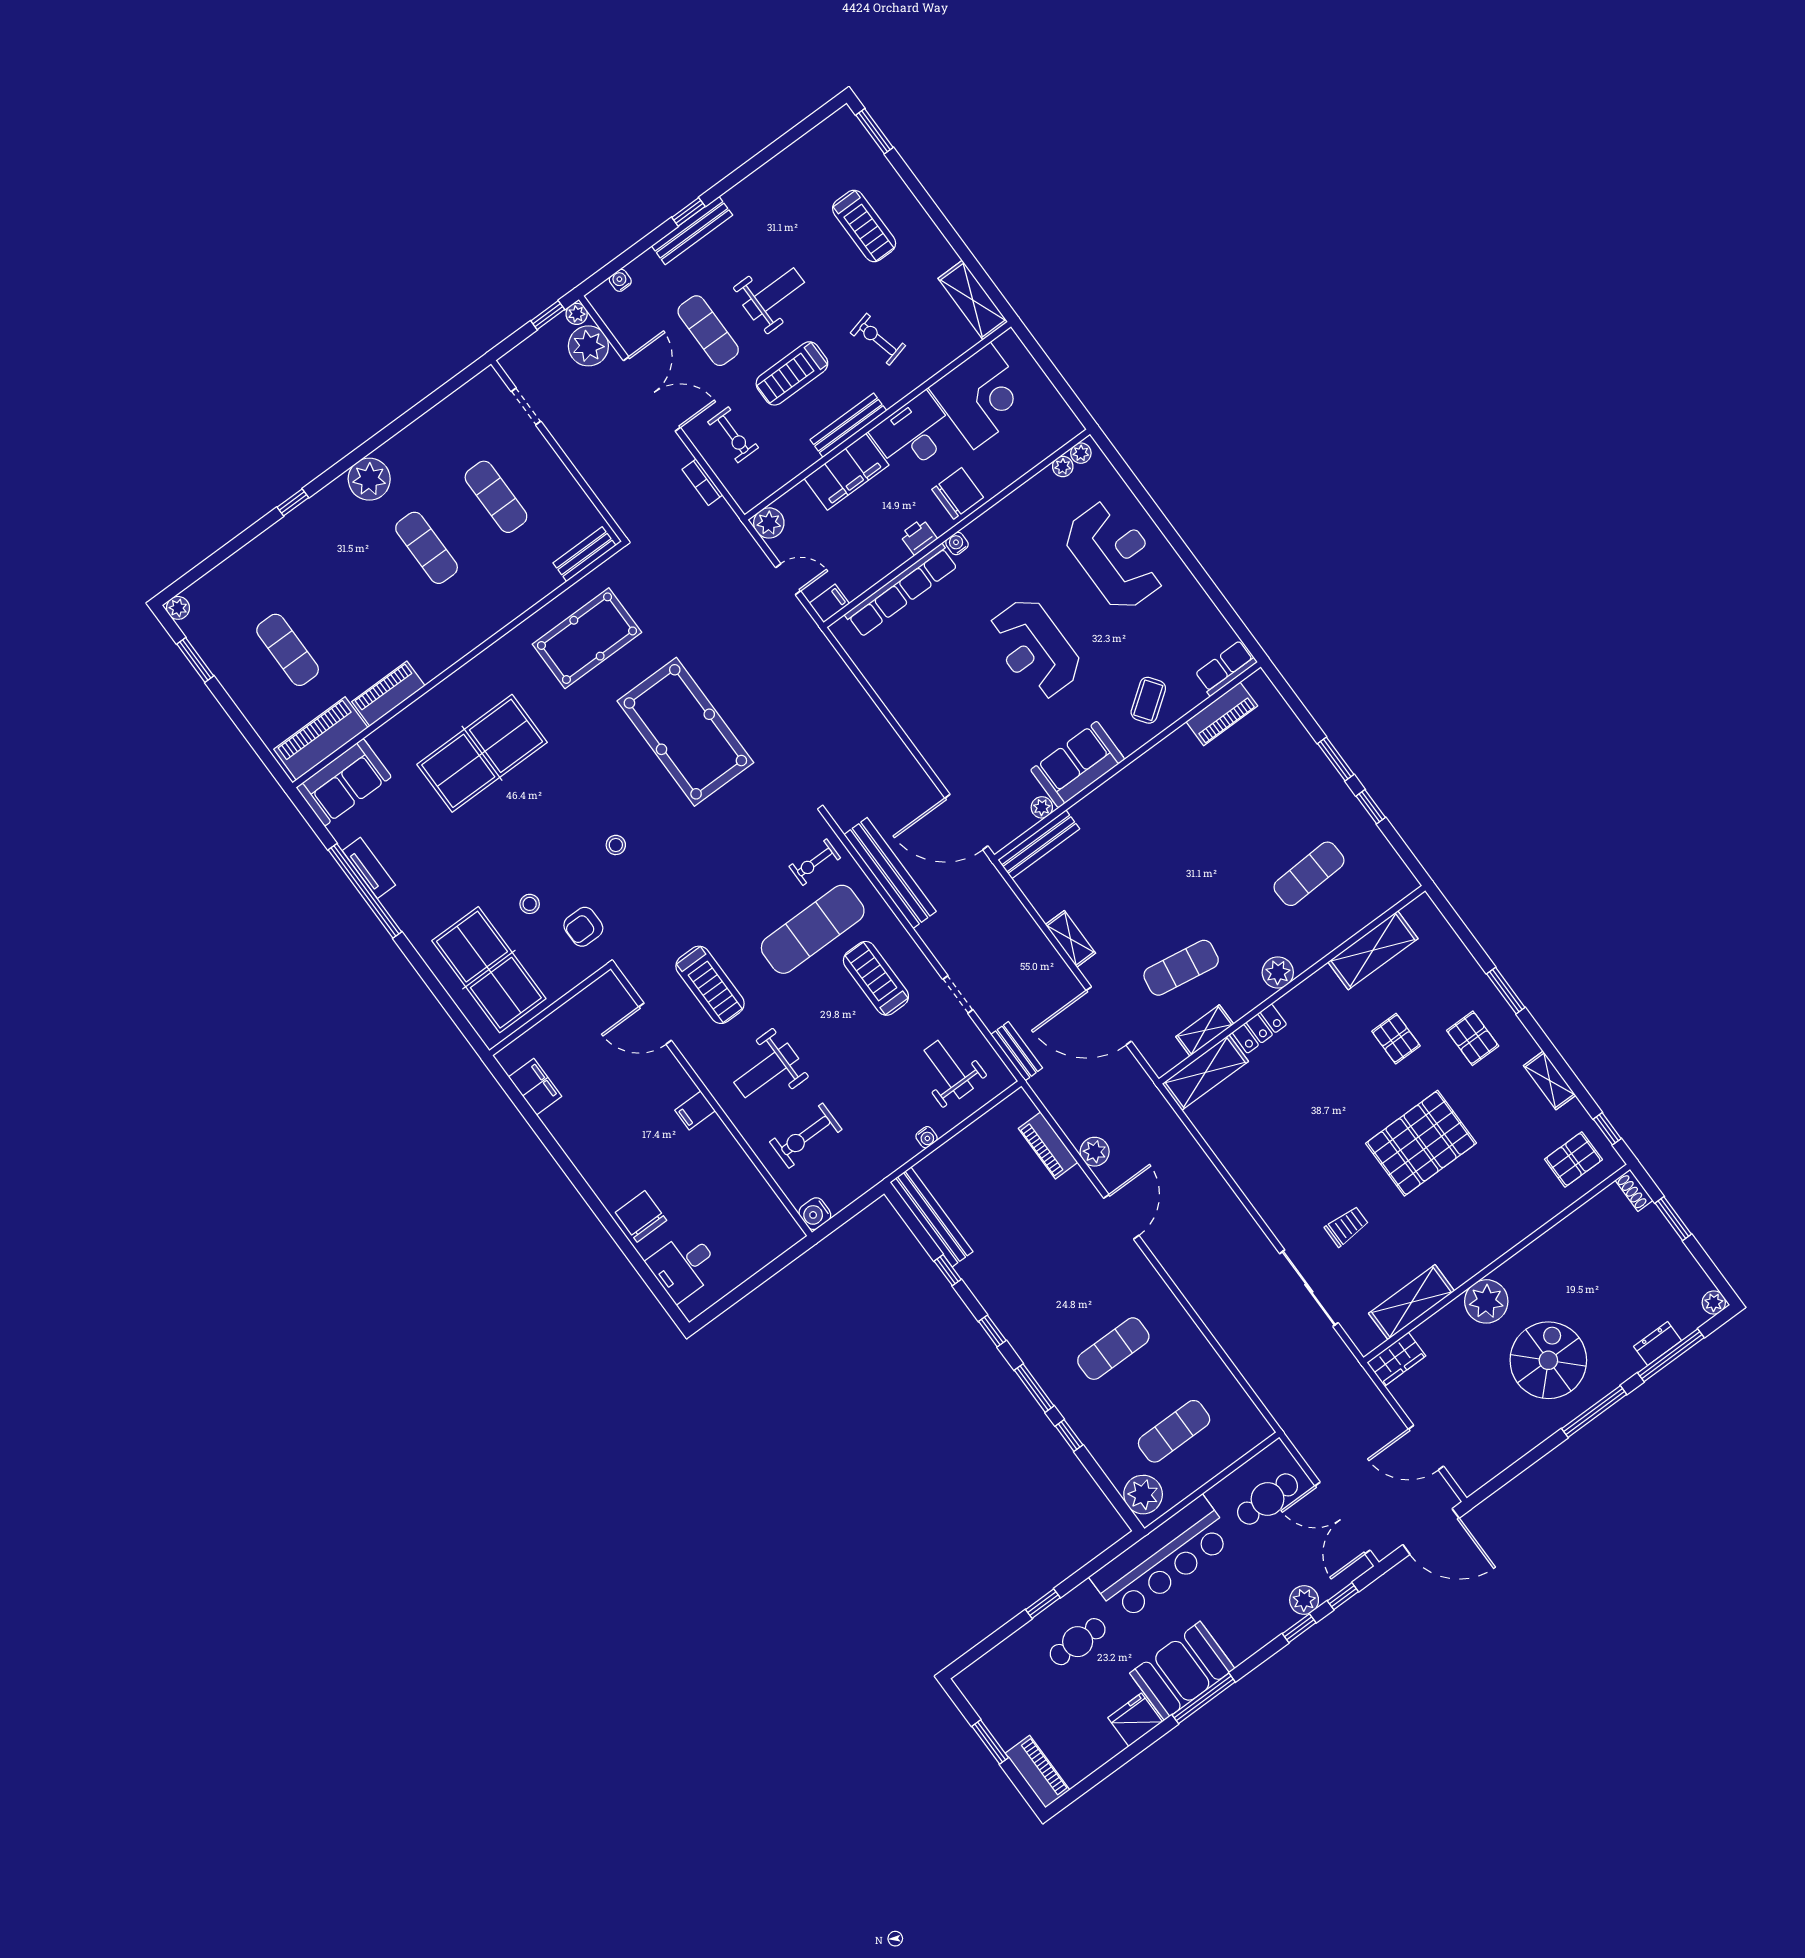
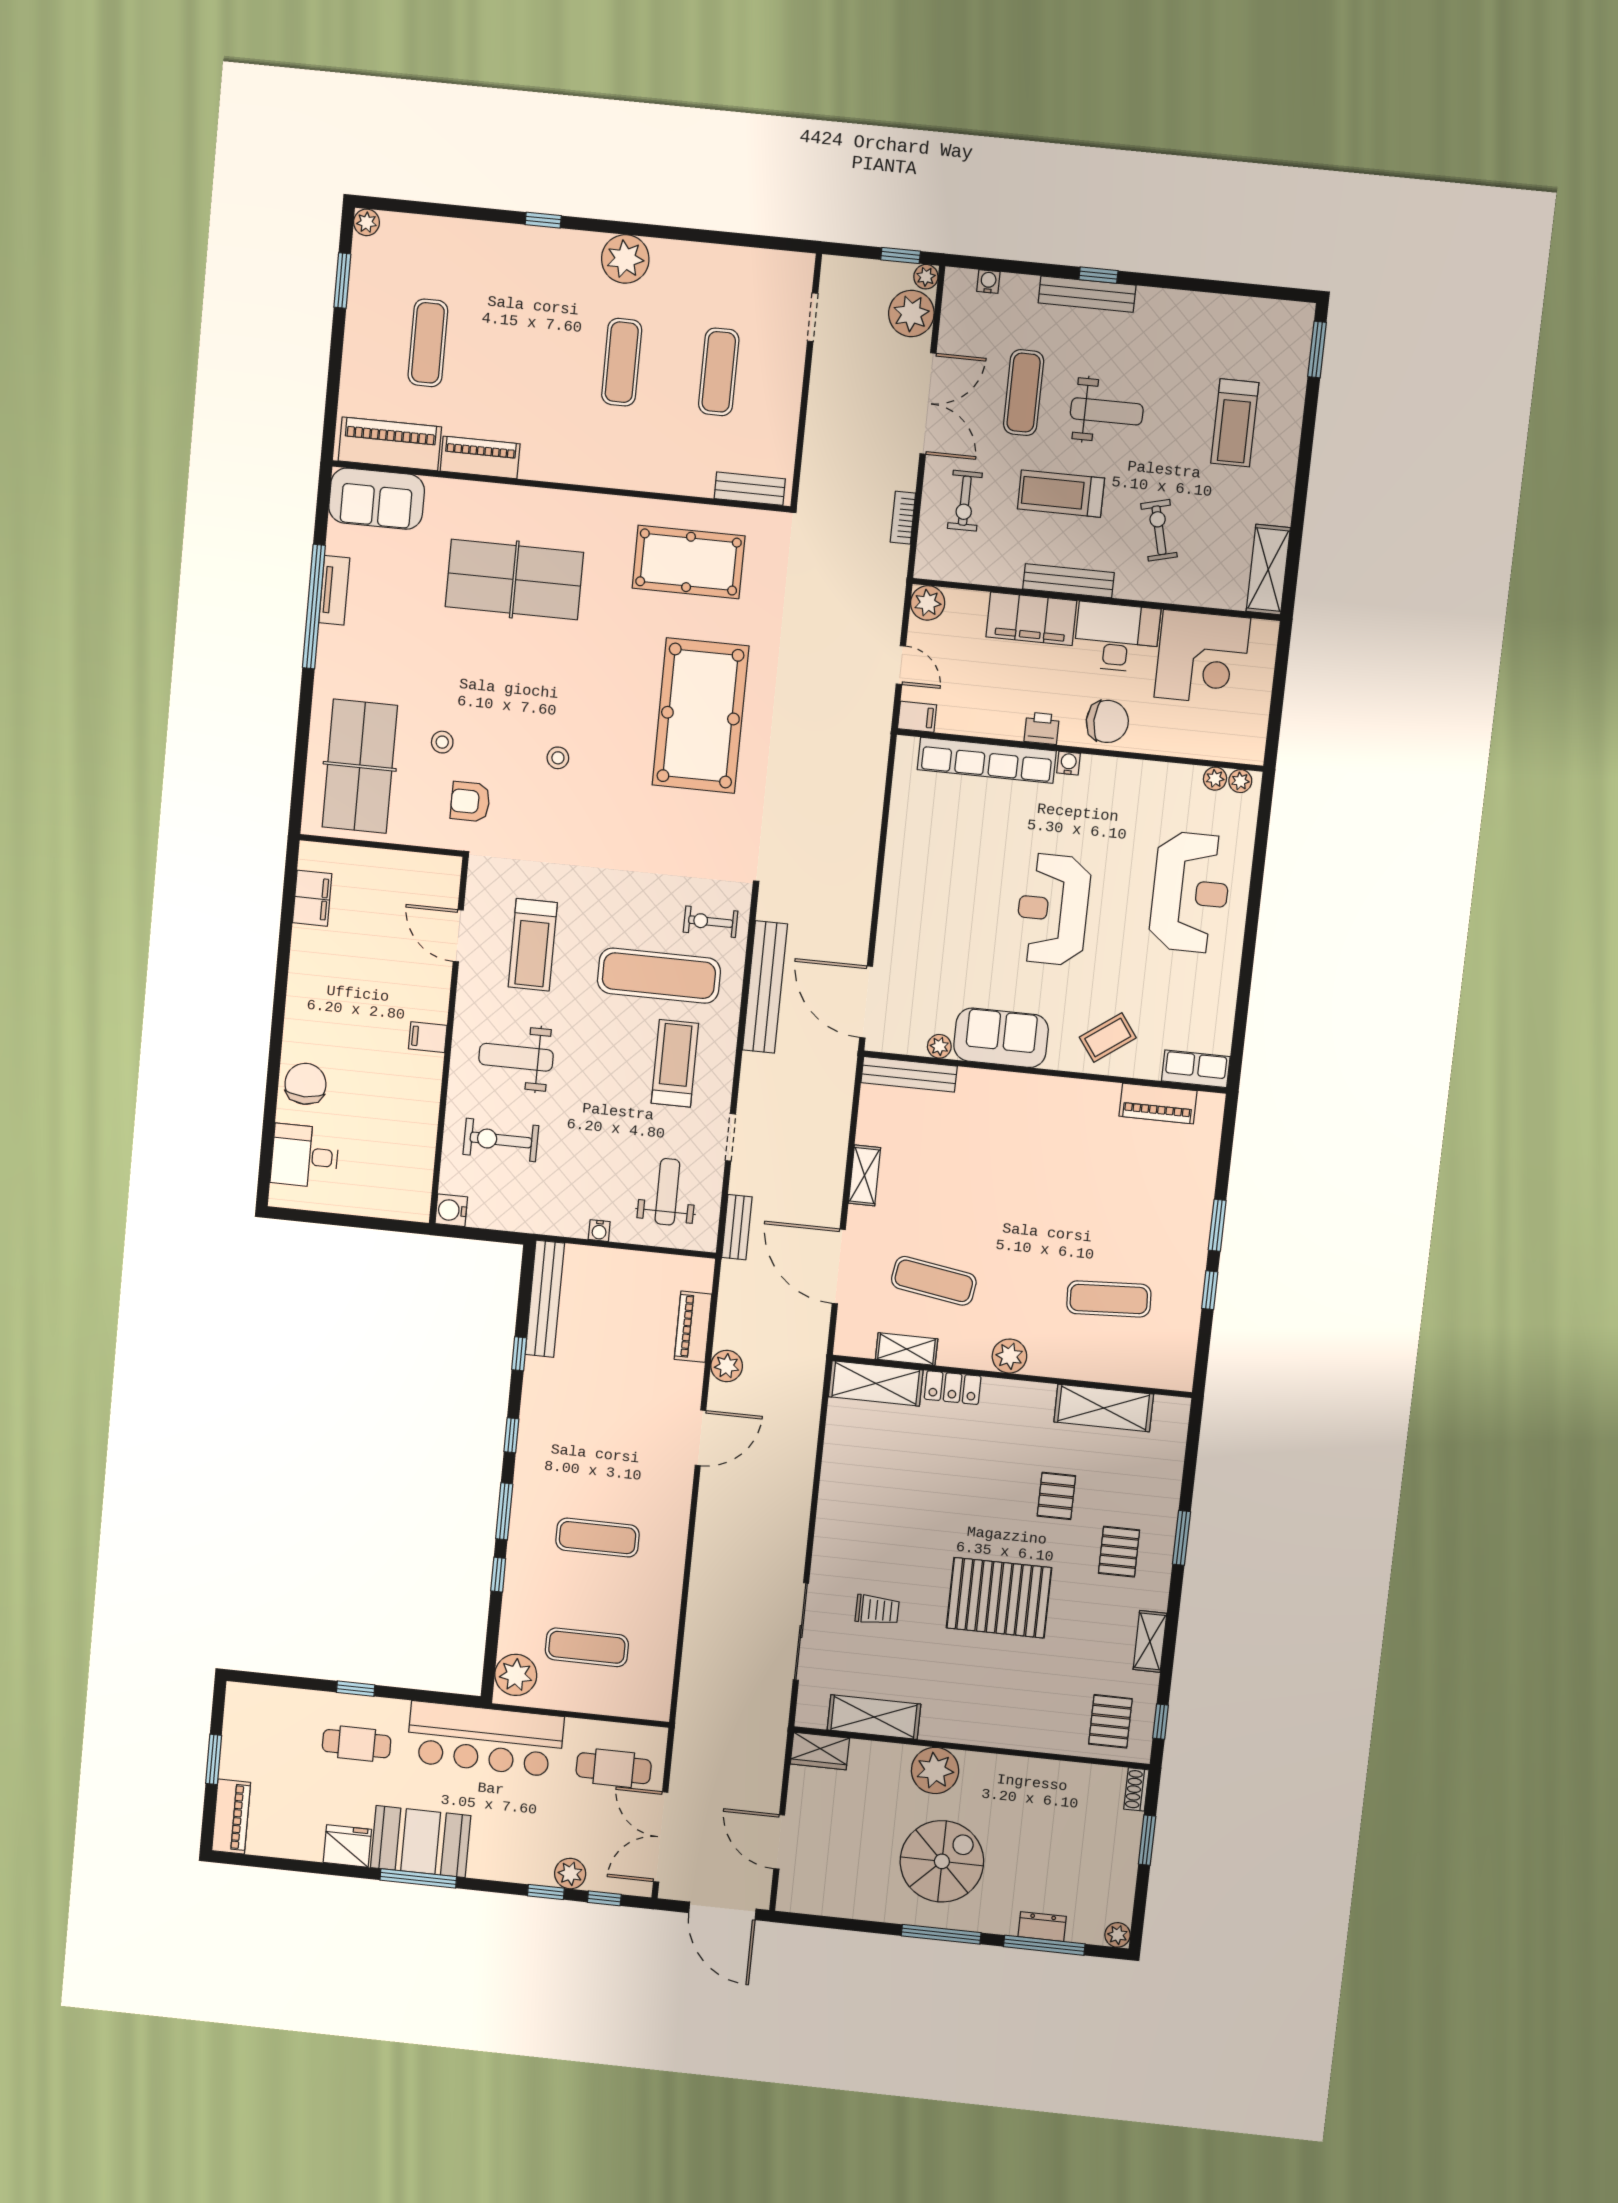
pallet: (1573, 1159) -> (1110, 1721), turned 90

